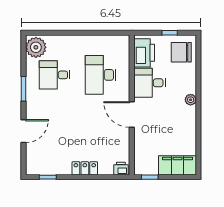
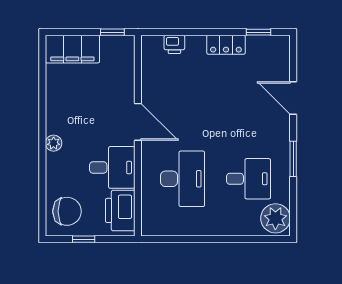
door: (24, 131) -> (293, 98), hinge flipped
locker: (85, 168) -> (226, 45), moved
printer: (121, 169) -> (174, 44), moved

